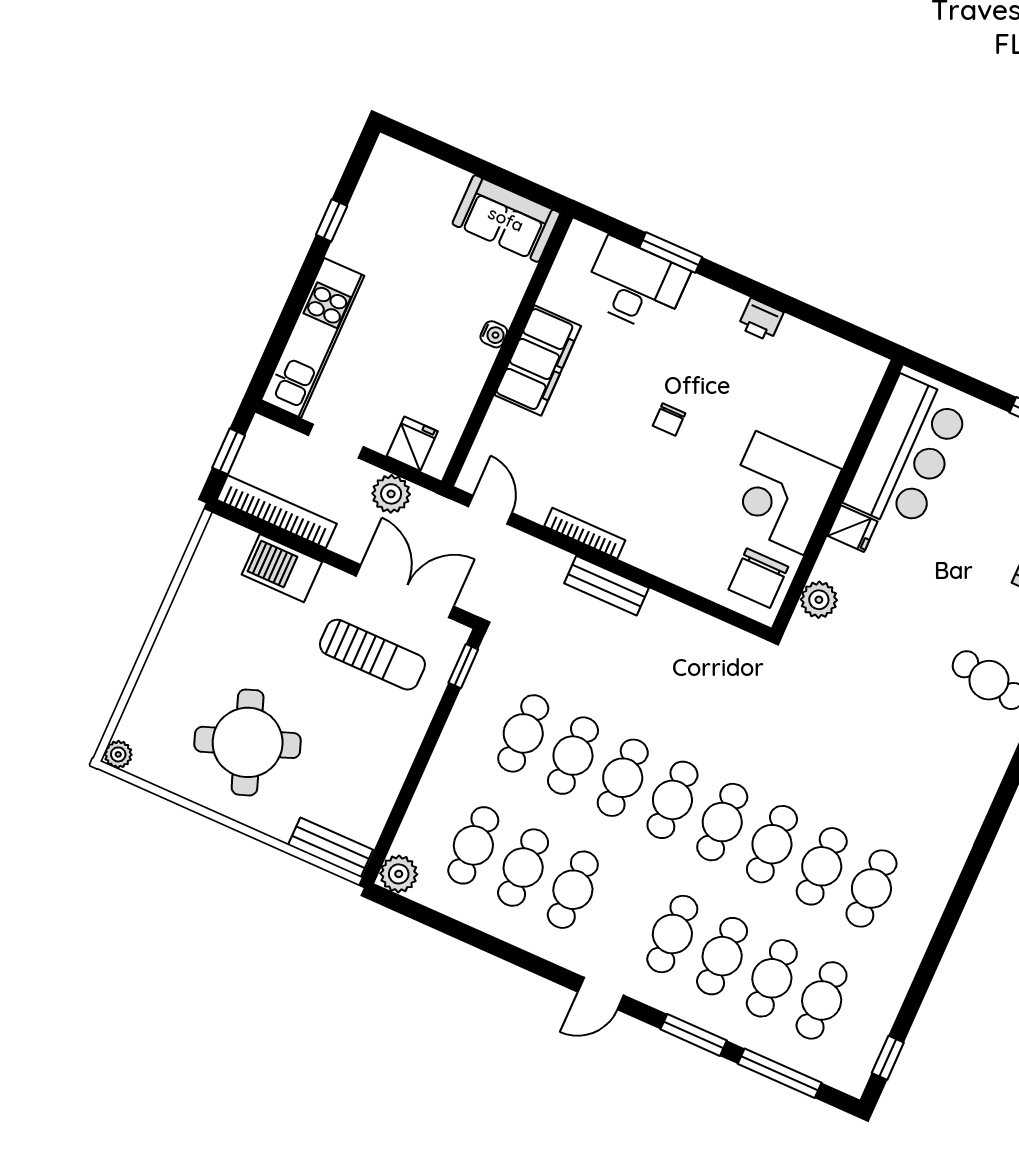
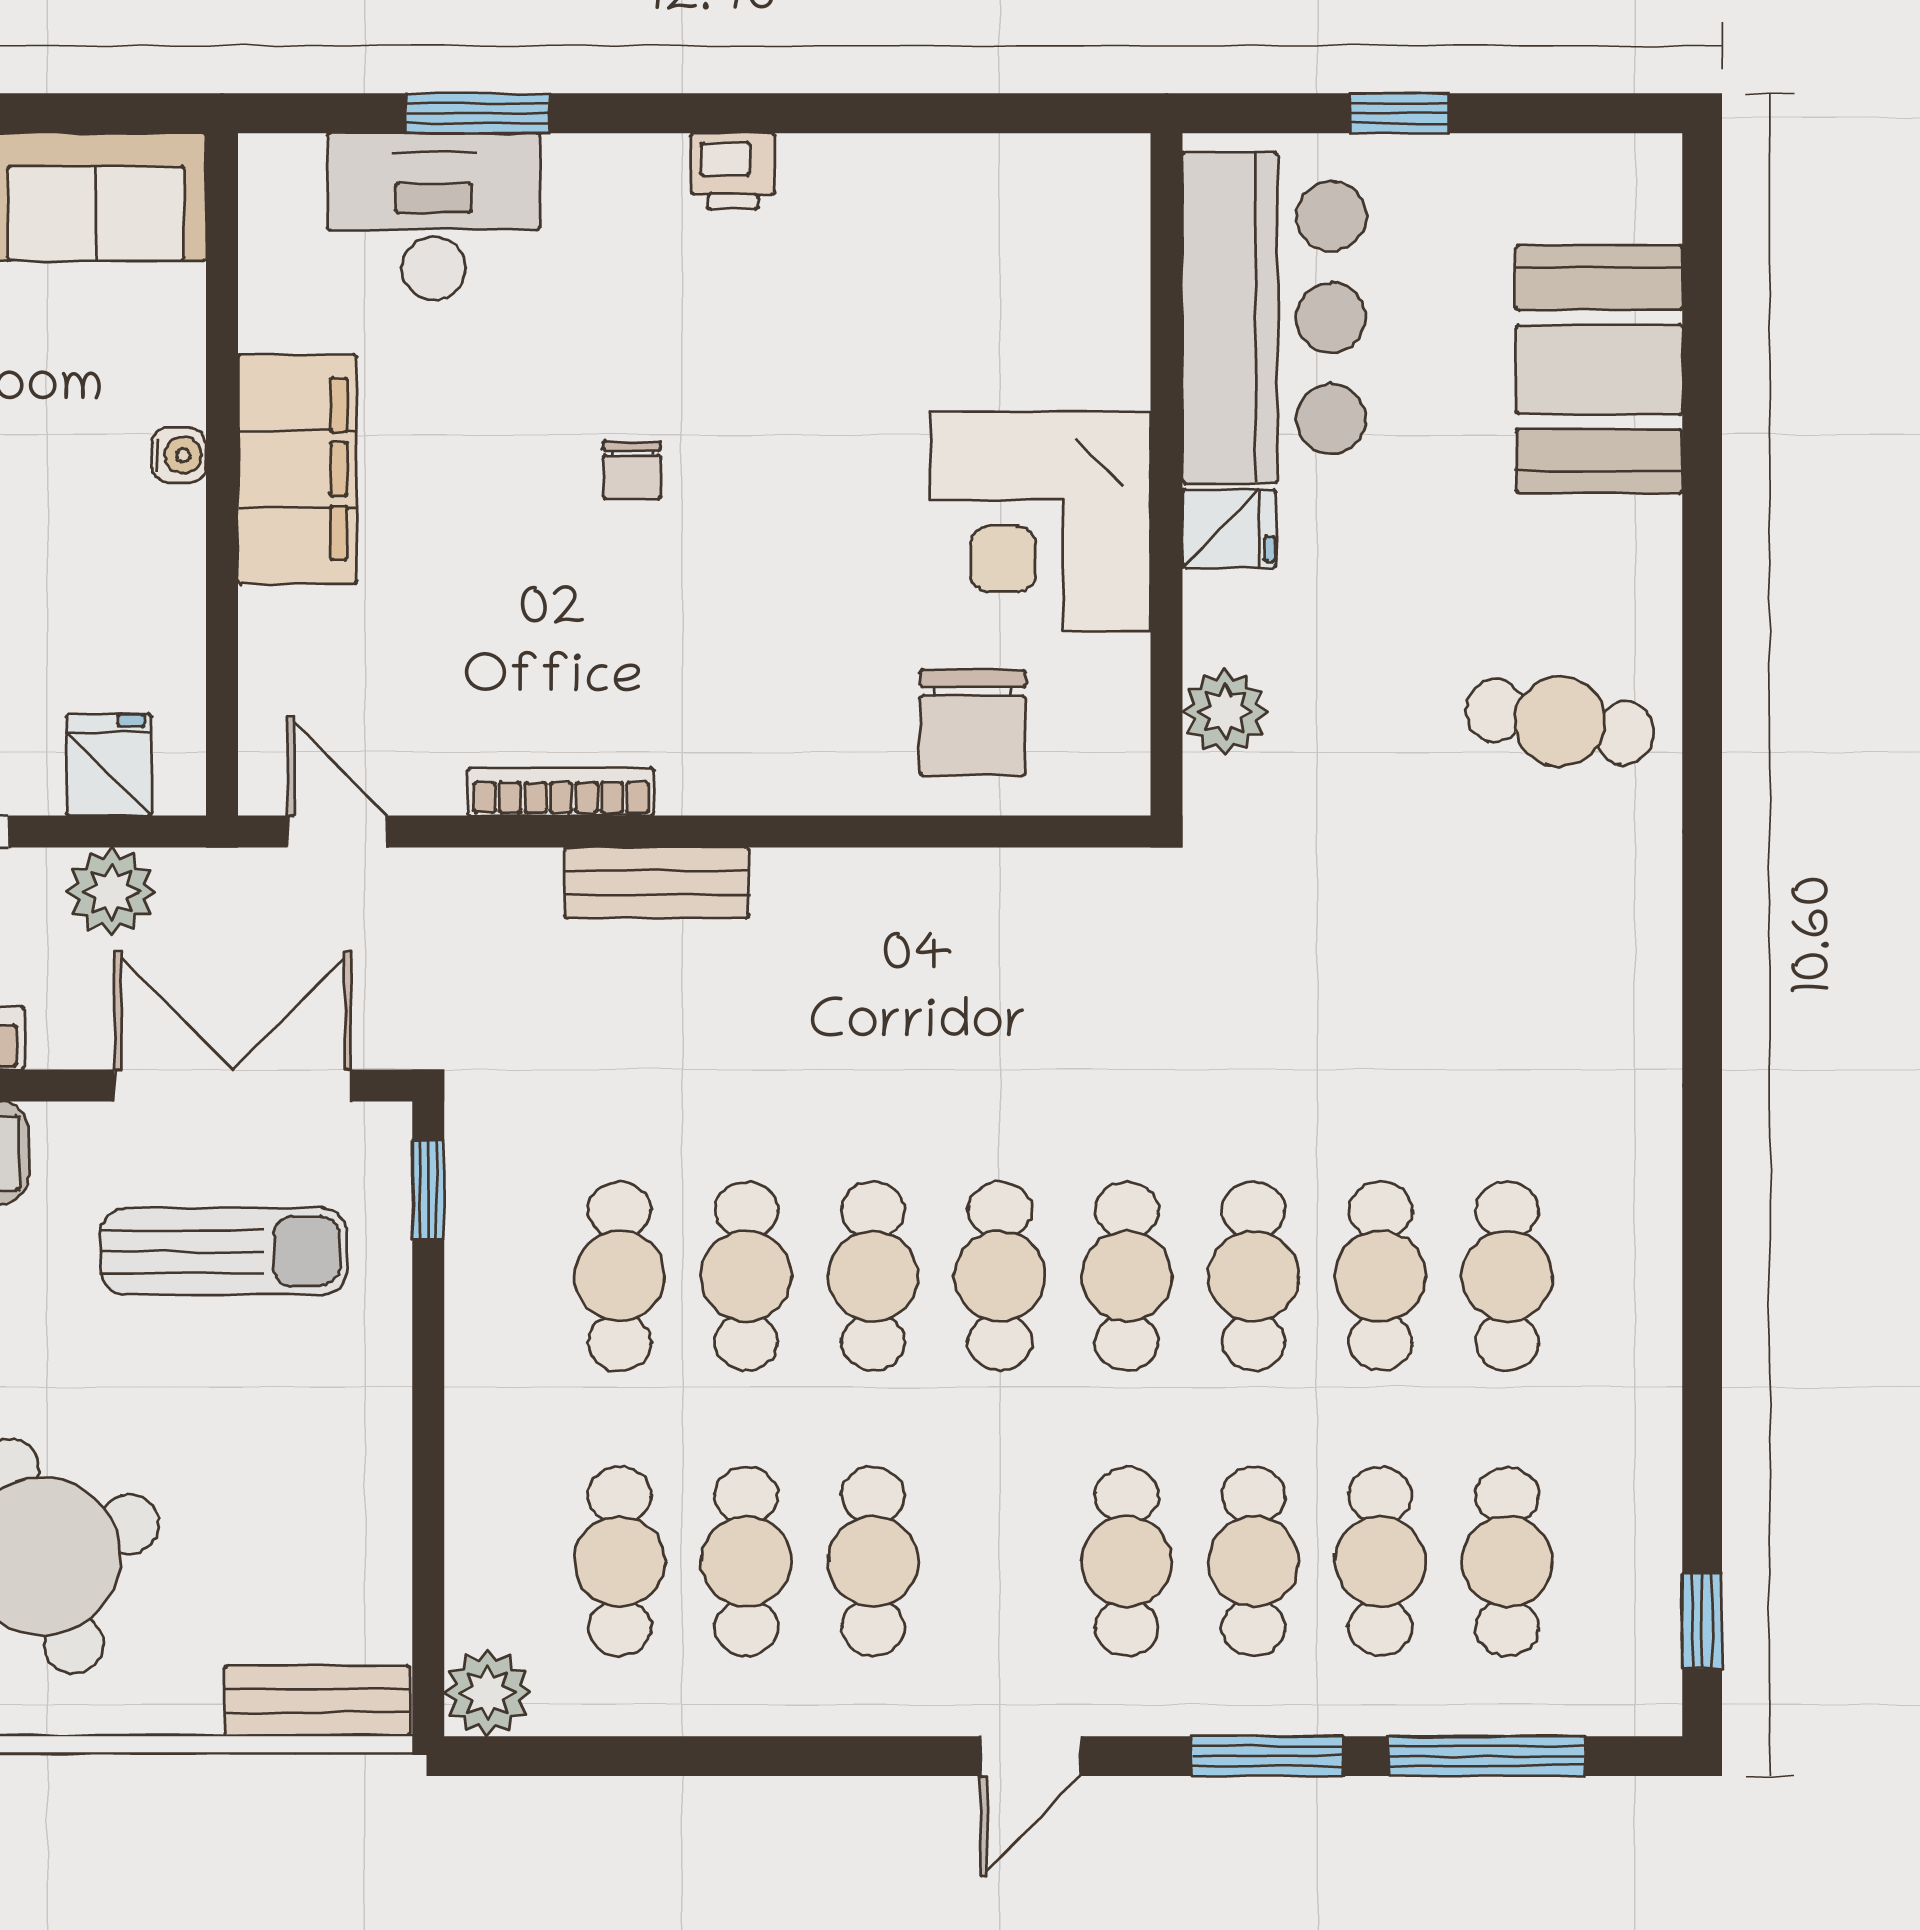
bar counter: (907, 454) -> (1274, 318), moved
corner desk: (780, 493) -> (1041, 522), moved
wall: (837, 496) -> (1166, 474), moved
fridge: (852, 529) -> (1229, 529), moved
plant: (819, 600) -> (1225, 712), moved

